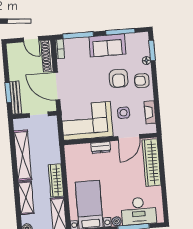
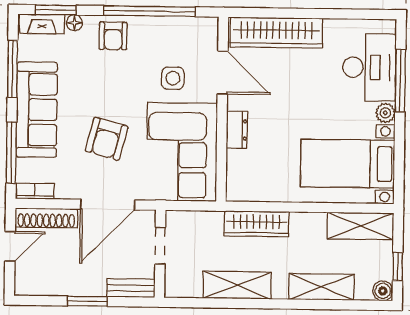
sofa: (107, 45) -> (37, 110), width x1.36
armchair: (119, 78) -> (107, 139), moved, turned 105
window: (8, 92) -> (87, 301), moved
bench: (16, 98) -> (131, 288), width x0.73
window: (156, 98) -> (150, 11), added
fireplace: (150, 112) -> (42, 24), moved
shelving: (23, 155) -> (237, 285), width x0.68
wardrobe: (56, 180) -> (257, 224), moved

